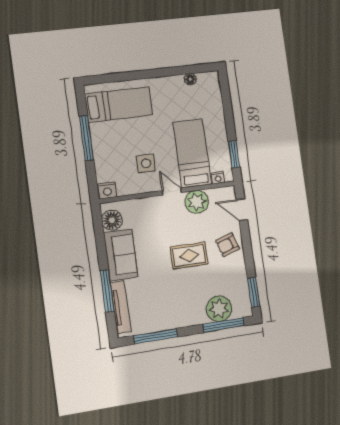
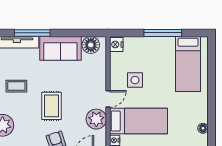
coffee table: (172, 300) -> (16, 86), added

